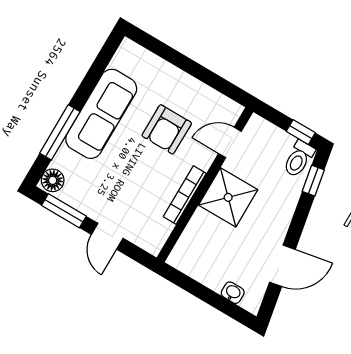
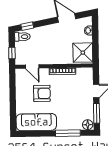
sofa: (101, 114) -> (36, 122), moved
window: (301, 132) -> (12, 53), moved
shower: (228, 197) -> (83, 53), moved

